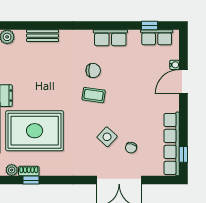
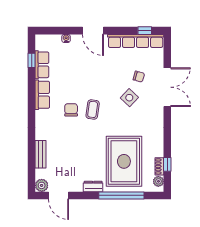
row of seats: (157, 37) -> (42, 65), moved
door: (183, 82) -> (93, 31), moved

